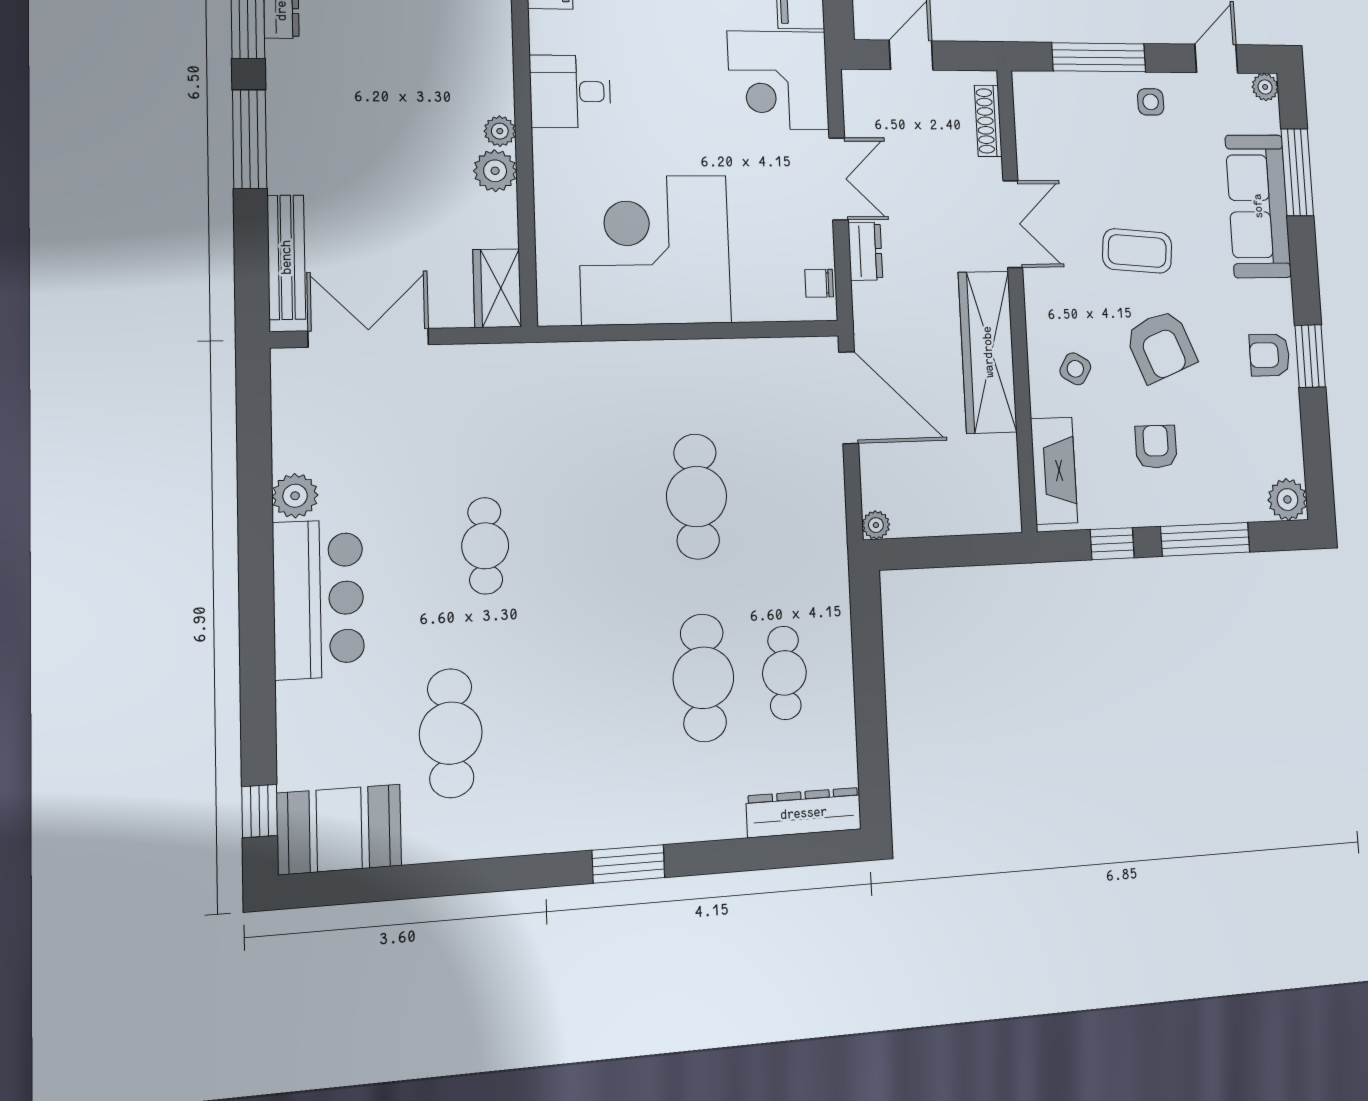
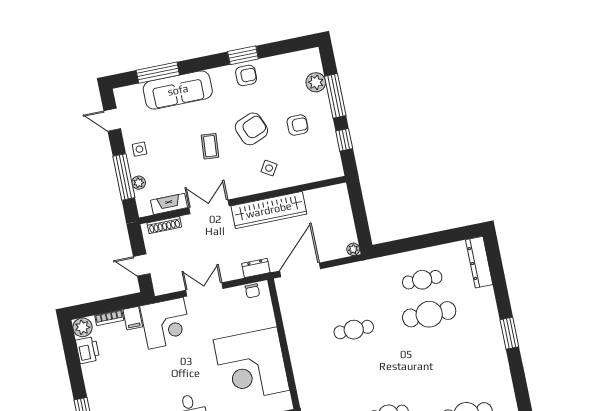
plant: (1265, 87) -> (139, 183), moved
dresser: (865, 251) -> (256, 268), moved
coffee table: (1137, 251) -> (210, 146), width x0.73, depth x0.77
armchair: (1270, 355) -> (246, 75), turned -90
armchair: (1156, 447) -> (297, 125), turned 180
fireplace: (1054, 471) -> (169, 204), moved, width x0.73, depth x0.76
cafe table: (697, 497) -> (354, 330), width x0.73, depth x0.74
plant: (1287, 500) -> (316, 82), moved

